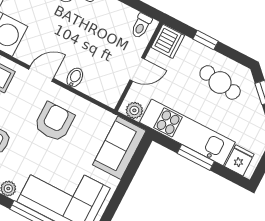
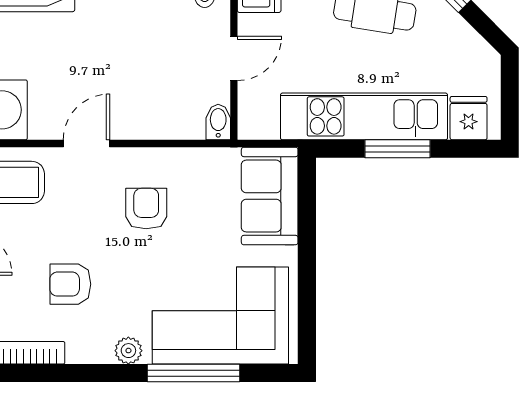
bidet: (75, 78) -> (218, 122), moved
plant: (134, 110) -> (263, 125), removed
armchair: (54, 122) -> (146, 209), width x0.72, depth x0.72

